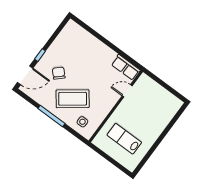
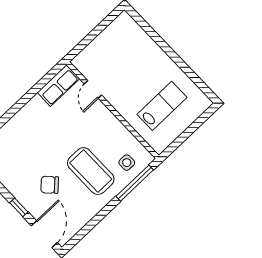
coffee table: (73, 99) -> (91, 171), turned -53
window: (51, 116) -> (135, 183), moved
lab bench: (124, 139) -> (162, 106), turned 180

